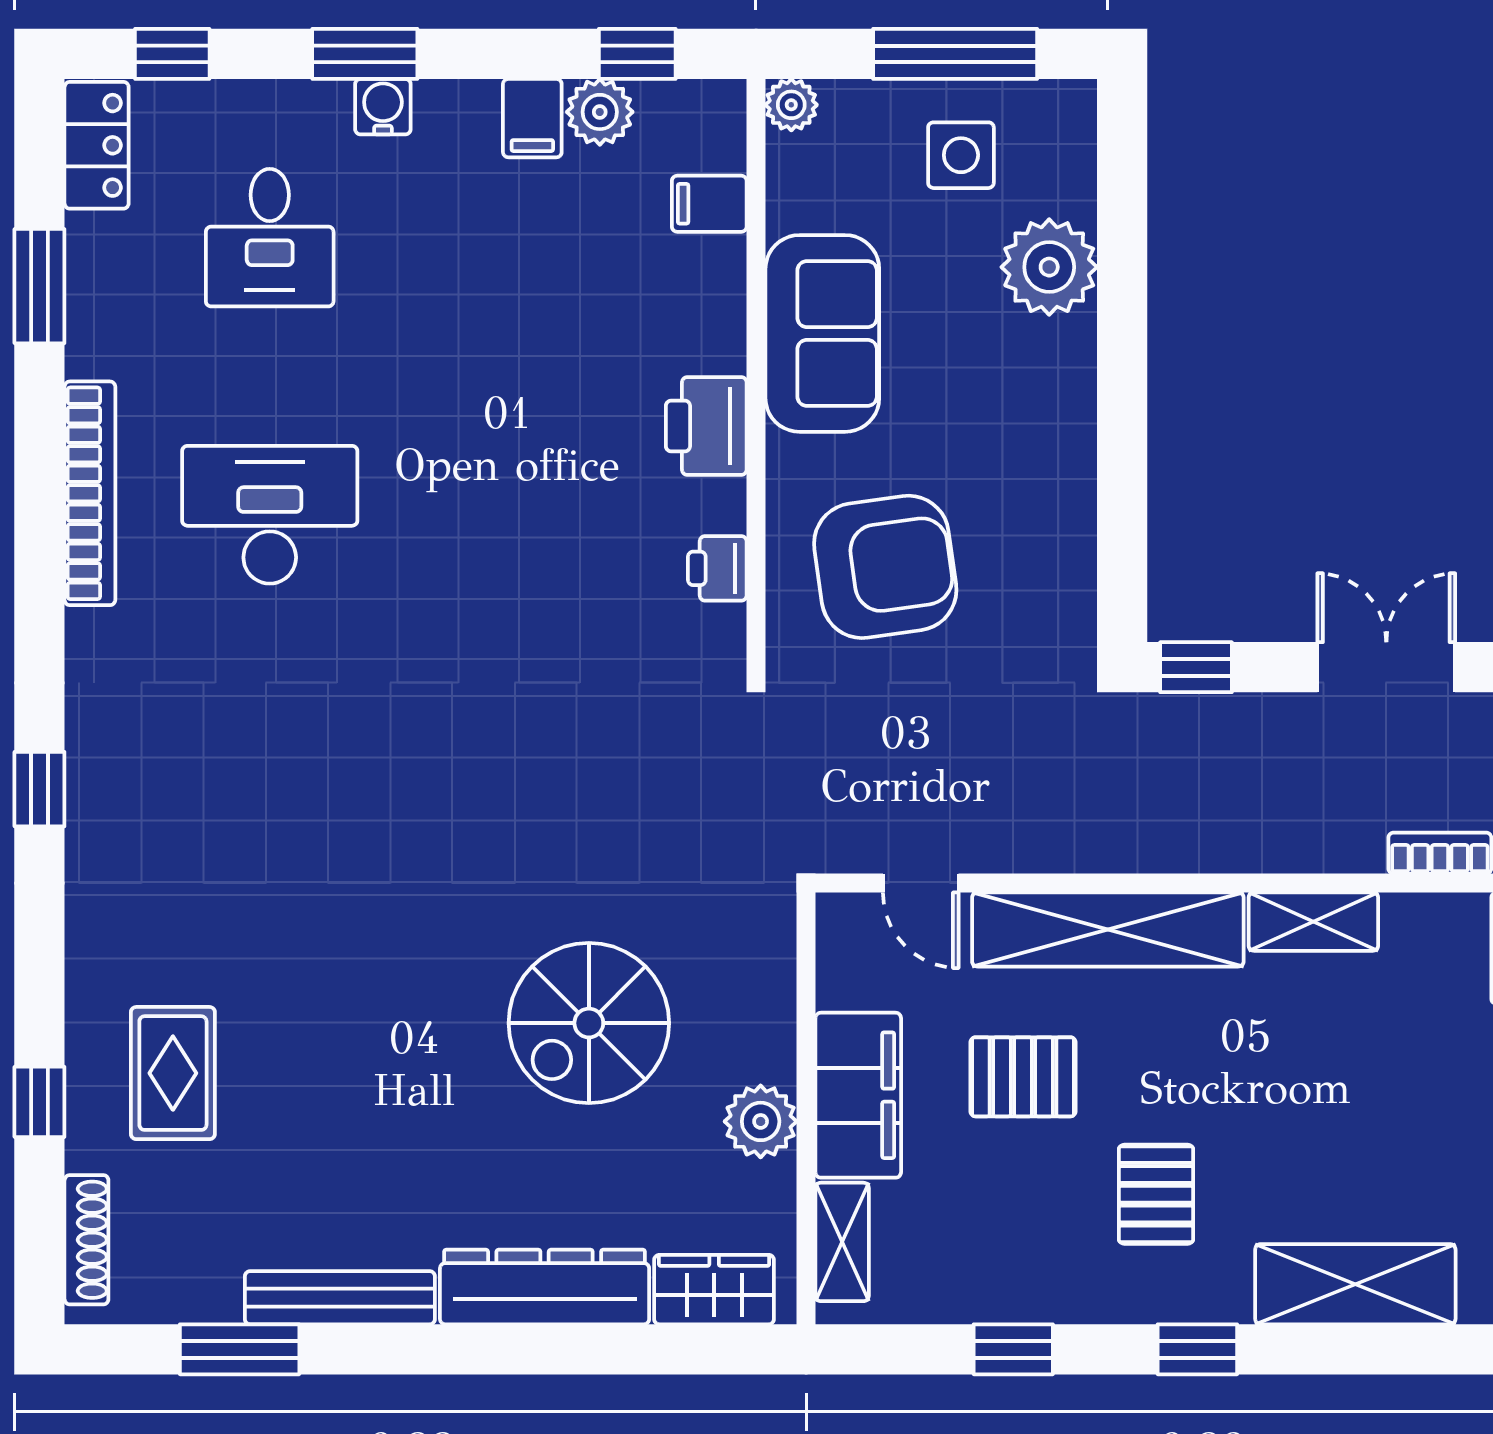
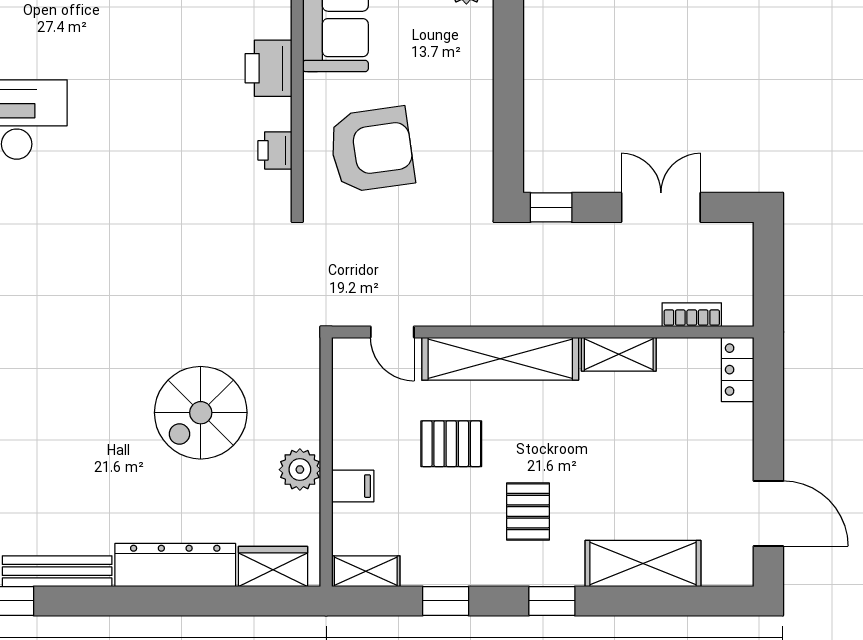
filing cabinet: (858, 1095) -> (353, 486), width x0.33, depth x0.86
shelving: (842, 1242) -> (366, 571), moved, turned 90

